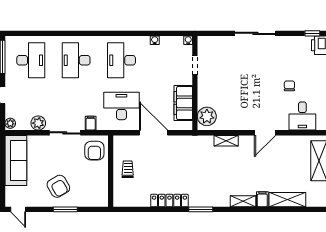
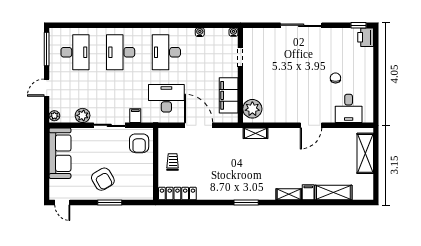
shelving: (226, 141) -> (255, 133), moved
locker: (169, 201) -> (177, 194), moved

